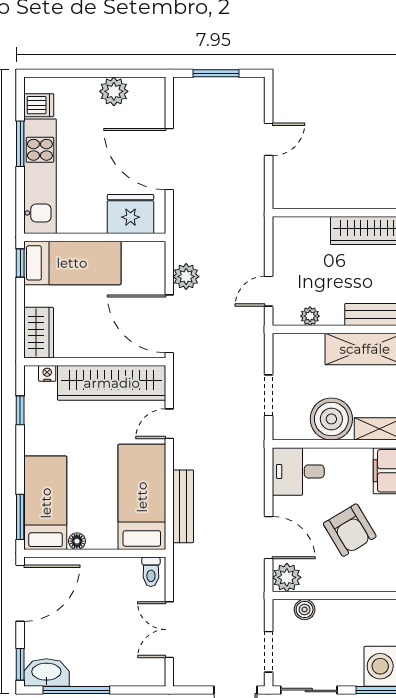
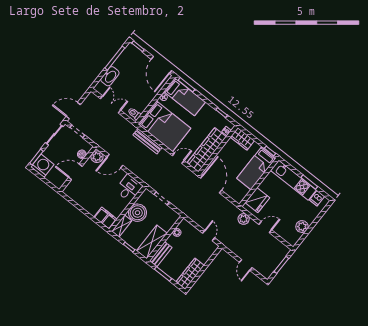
door: (169, 159) -> (265, 227), width x0.53
plant: (186, 277) -> (244, 219), moved
door: (269, 291) -> (209, 236), moved
door: (169, 324) -> (211, 184), hinge flipped
door: (169, 424) -> (178, 158), hinge flipped
bed: (142, 497) -> (164, 126), width x1.50
armchair: (350, 530) -> (96, 190), removed
door: (347, 596) -> (75, 172), added
washbasin: (46, 672) -> (110, 76), moved

